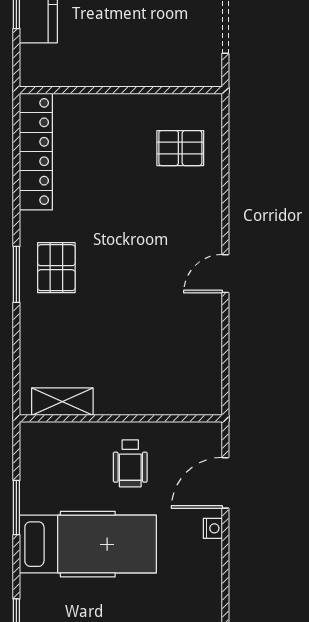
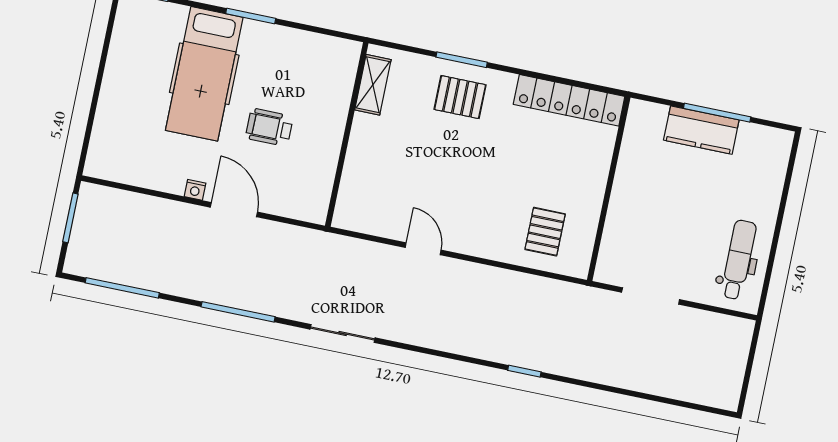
shelving: (62, 402) -> (373, 85), moved
wall: (121, 418) -> (347, 134), moved

